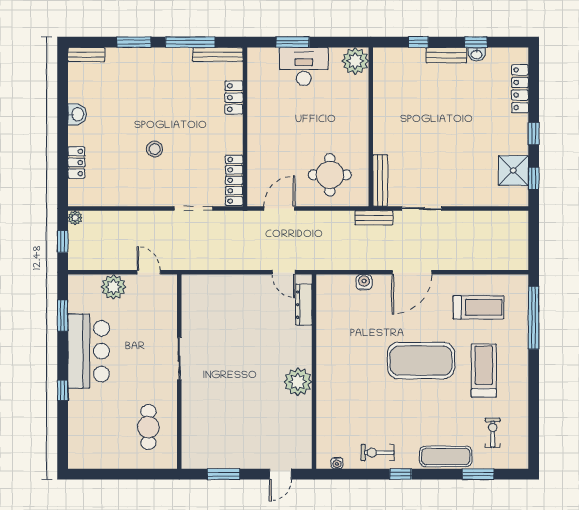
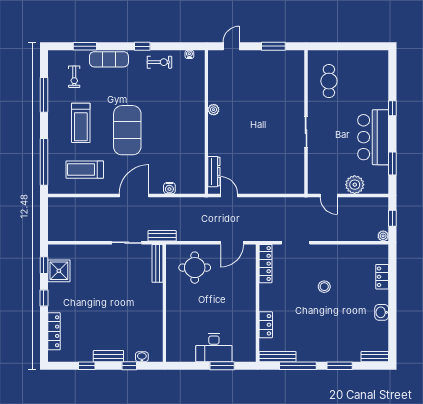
washbasin: (477, 54) -> (142, 357), moved
plant: (355, 61) -> (176, 352), removed
exercise mat: (421, 361) -> (127, 130), turned 90
plant: (298, 382) -> (214, 110), width x0.53, depth x0.53
window: (534, 408) -> (44, 95), added

